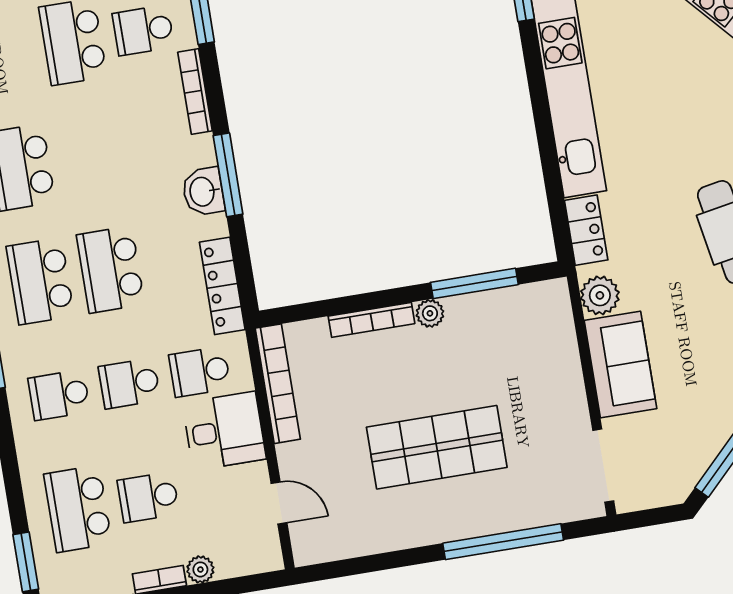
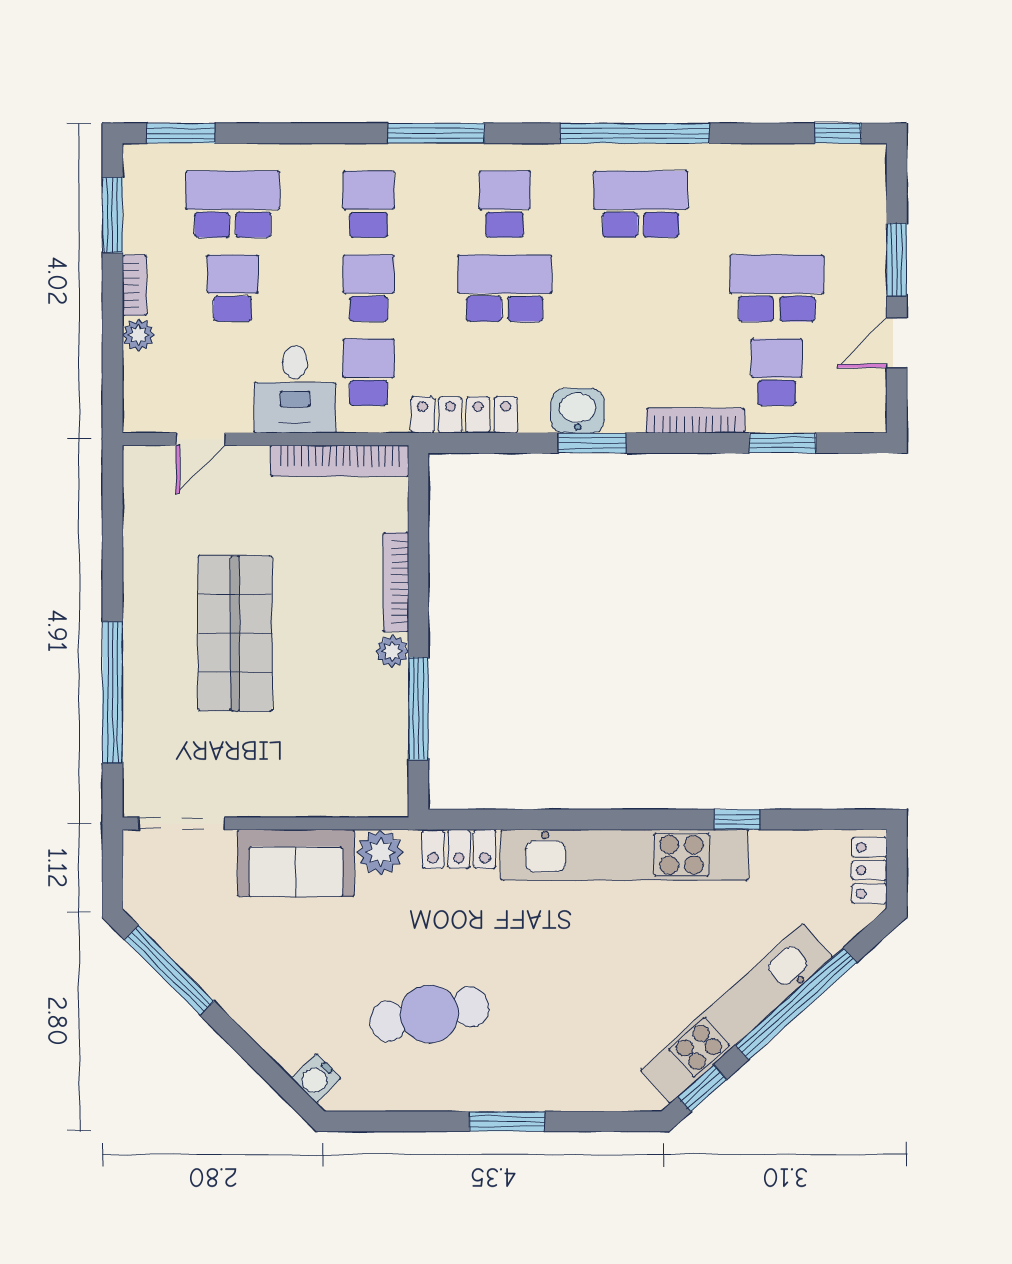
window: (228, 175) -> (592, 443), width x0.69
school desk: (40, 281) -> (505, 204), width x0.54

